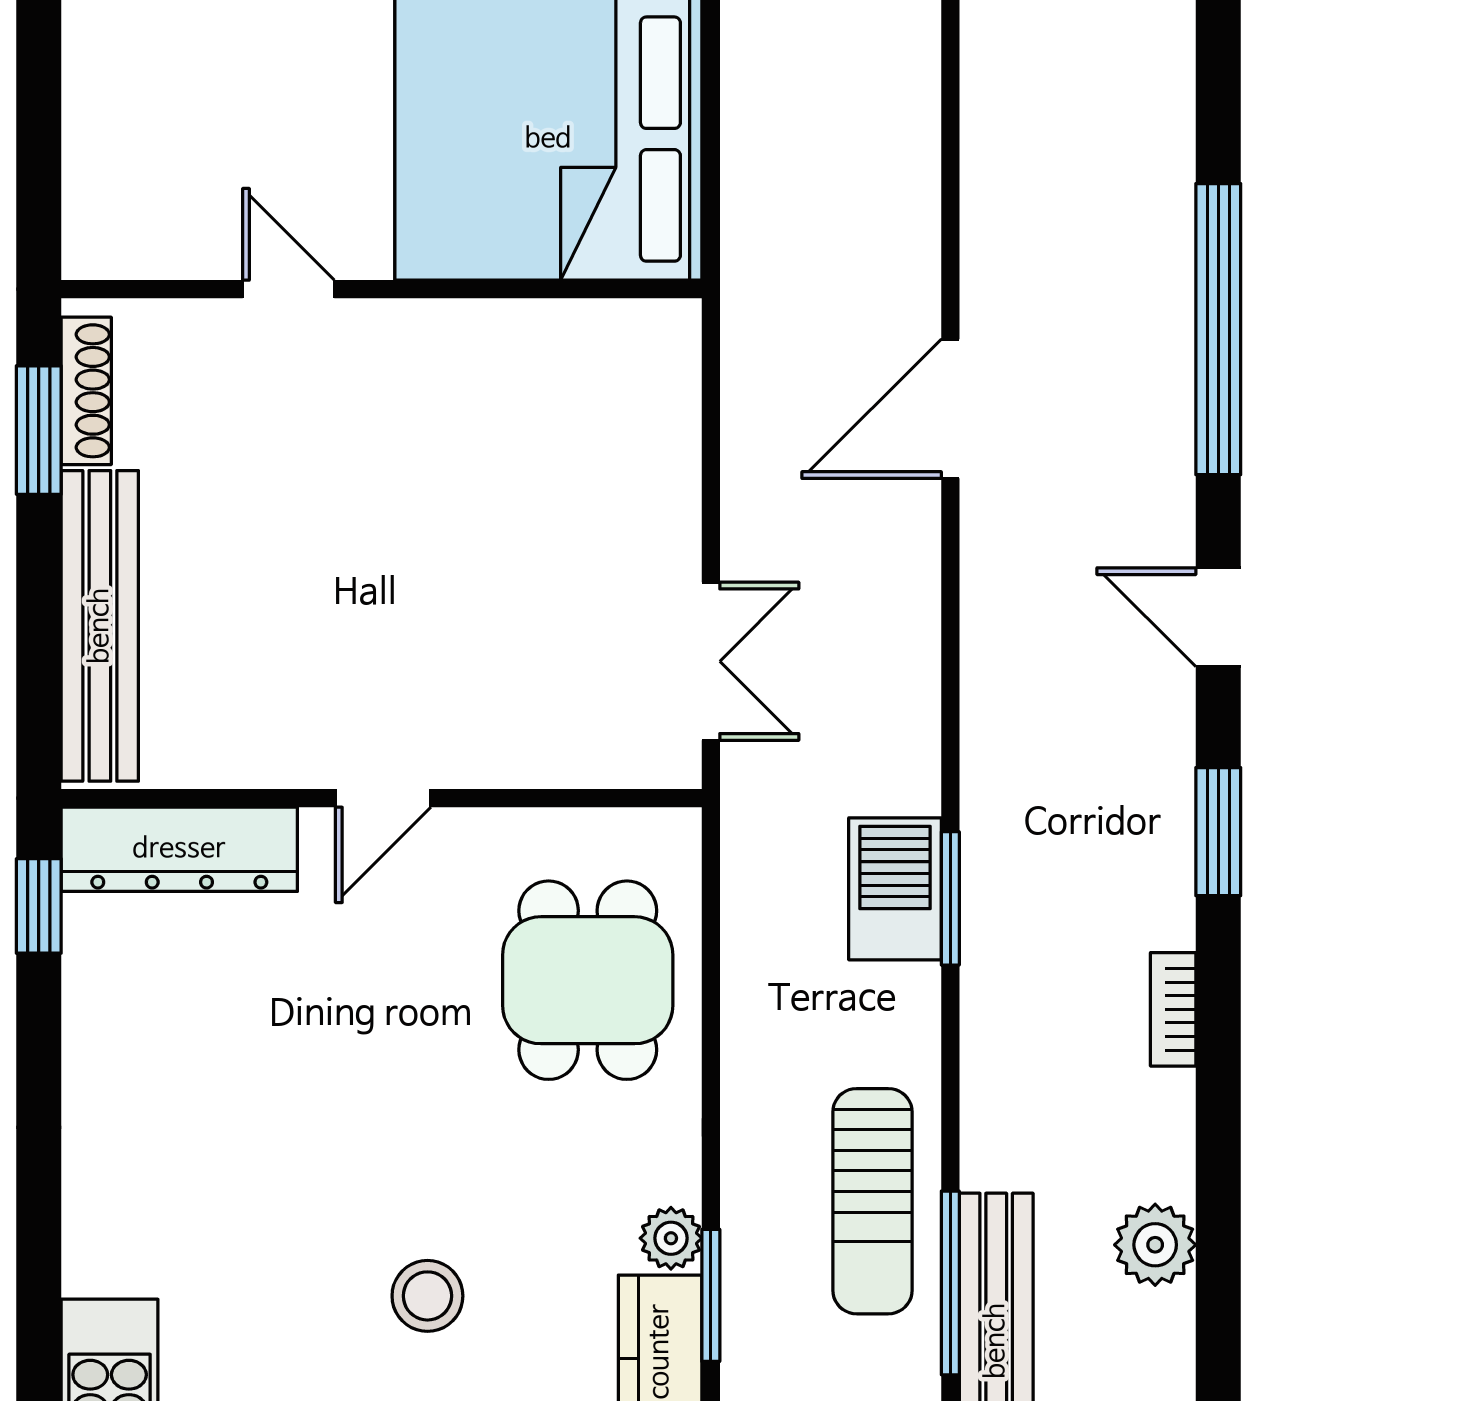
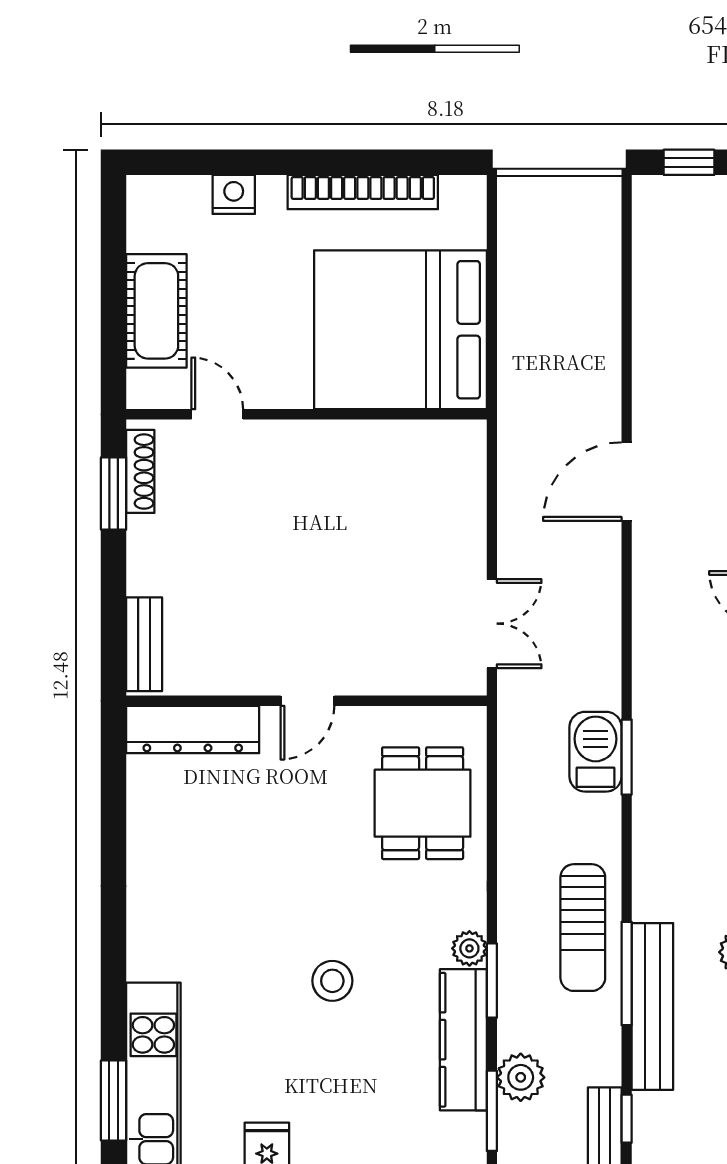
cot: (115, 105) -> (156, 311), added
door: (289, 289) -> (217, 414), moved
bench: (100, 626) -> (144, 644), width x0.54, depth x0.82
window: (39, 906) -> (114, 761), removed

